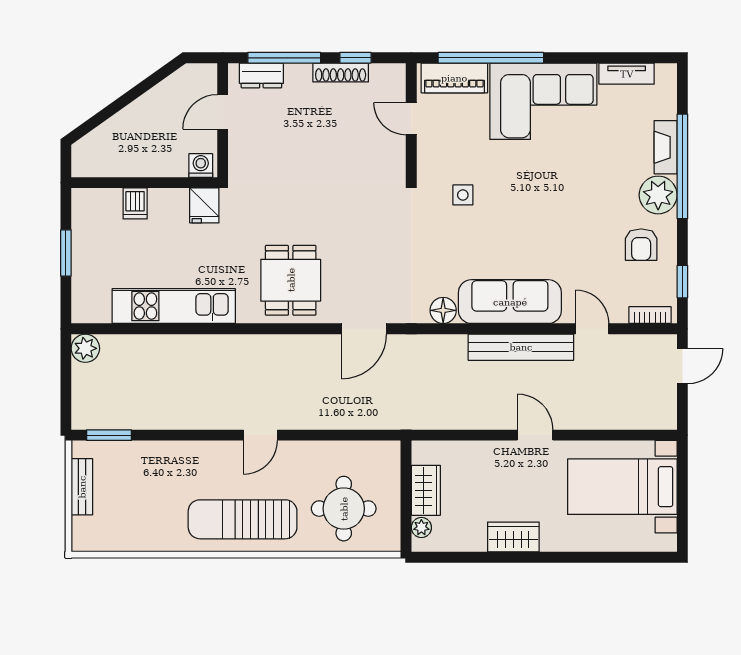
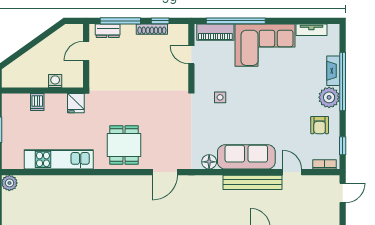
washing machine: (201, 166) -> (55, 81), moved

